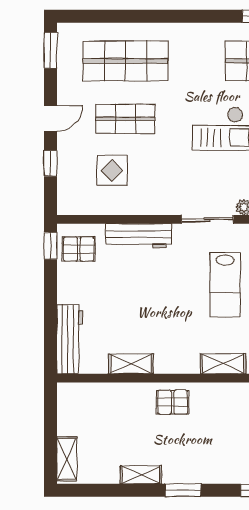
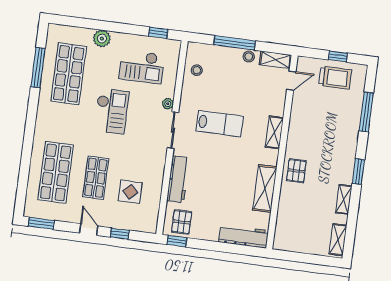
shelving: (131, 364) -> (265, 188), width x1.50, depth x1.33
shelving: (67, 459) -> (338, 240), moved, turned 90

